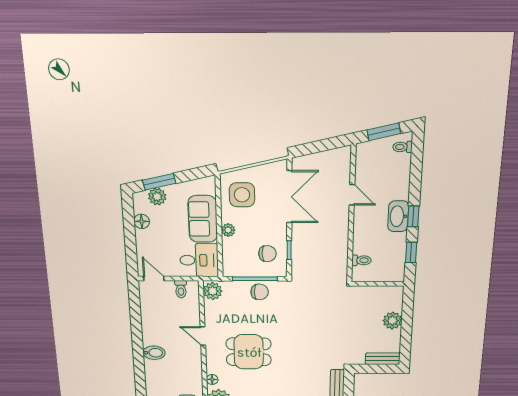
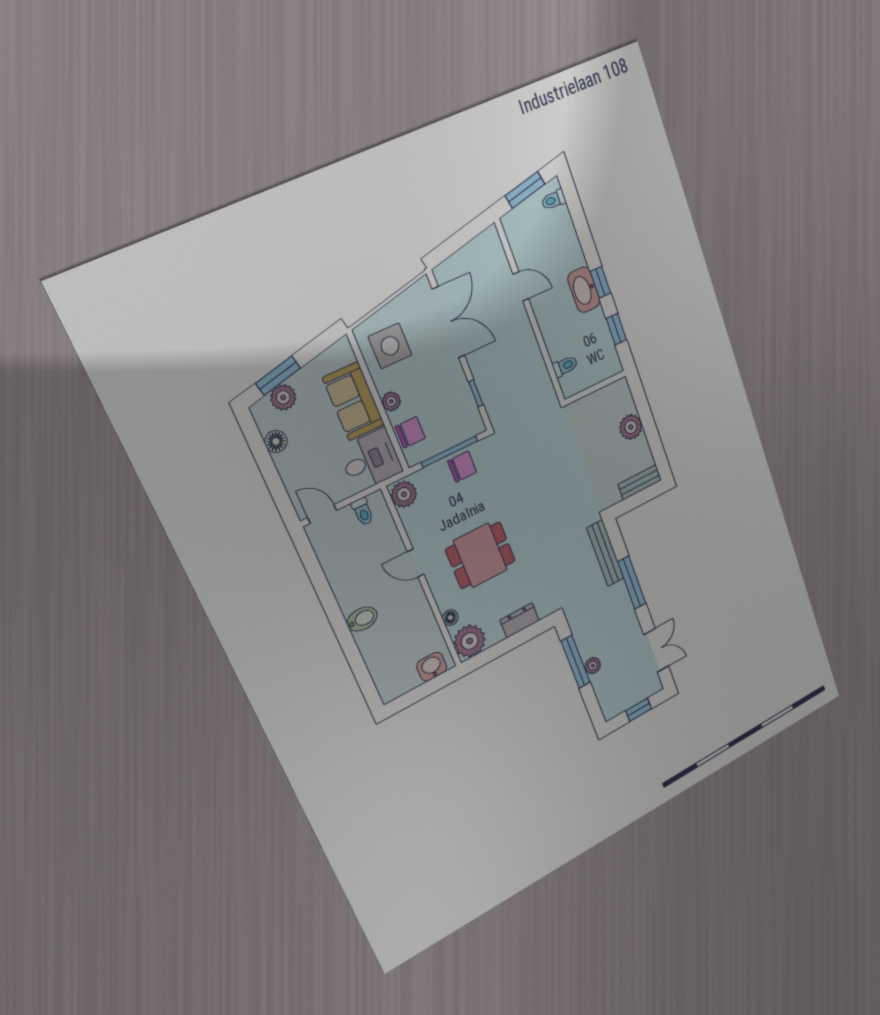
chair: (267, 254) -> (410, 432), moved

